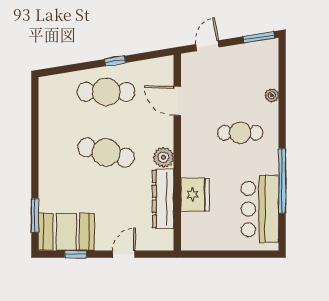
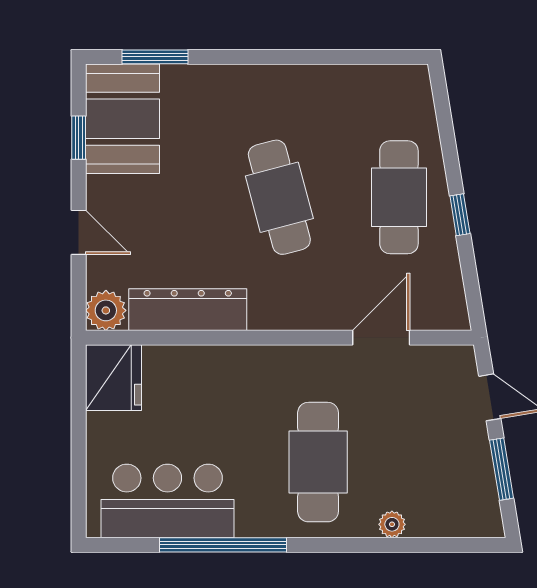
window: (259, 37) -> (502, 469), moved
cafe table: (240, 133) -> (318, 462), width x1.37, depth x1.35
cafe table: (106, 152) -> (279, 197), turned -30
plant: (163, 157) -> (106, 310), moved
fridge: (195, 195) -> (114, 378), moved, turned -90

